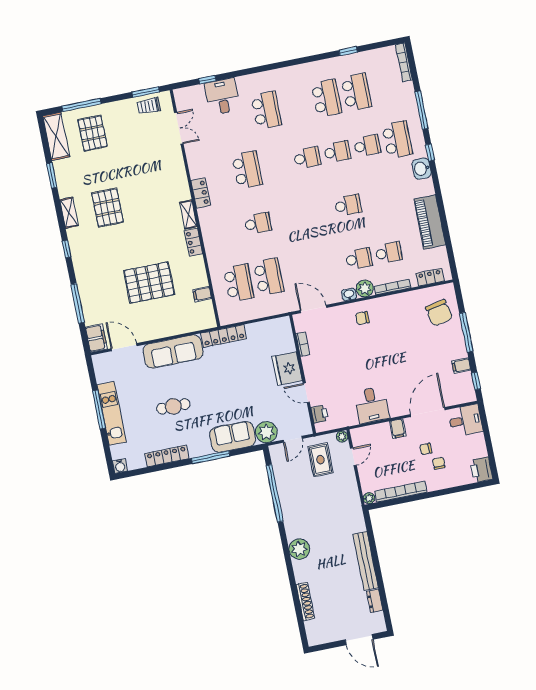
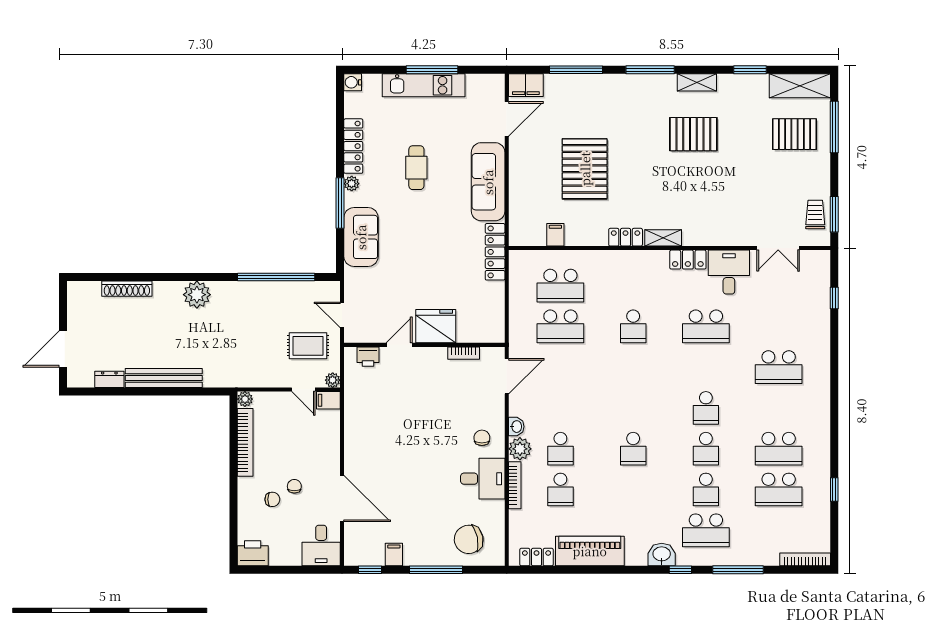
desk: (222, 96) -> (729, 272), moved, turned -90
window: (67, 249) -> (650, 70), width x2.17
locker: (430, 277) -> (537, 557), moved, turned -90
desk: (372, 405) -> (483, 479), moved, turned 180
filing cabinet: (398, 429) -> (328, 400), moved
plant: (266, 432) -> (352, 184), moved, width x0.53, depth x0.53

